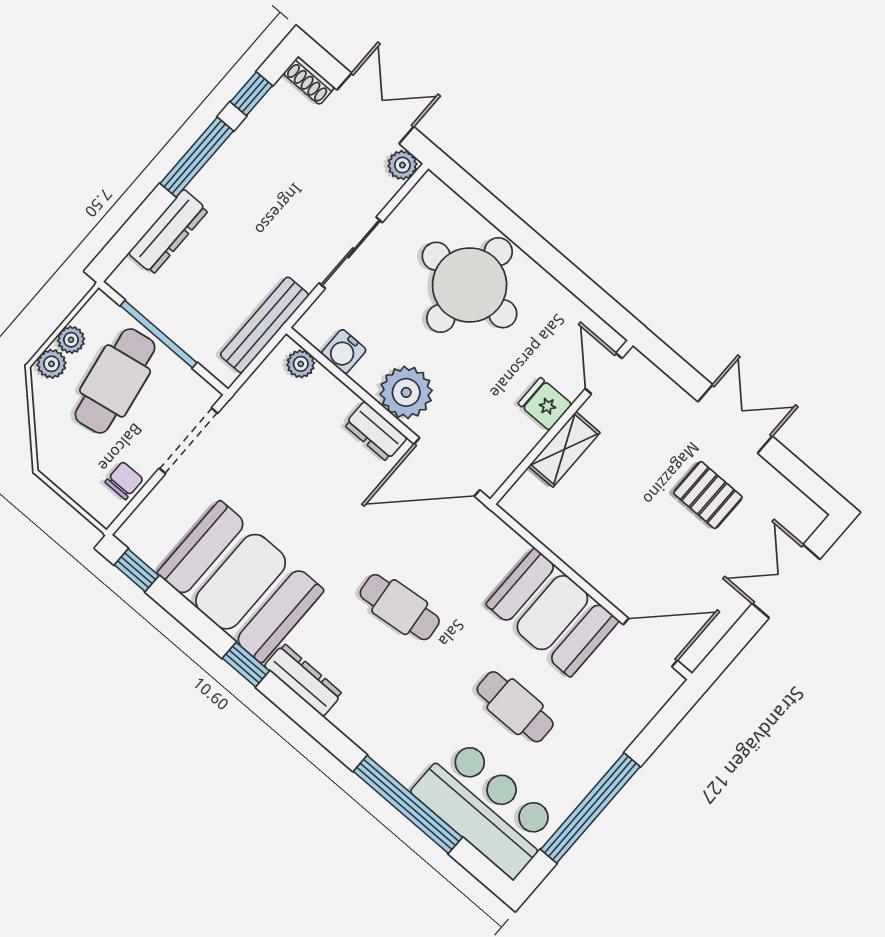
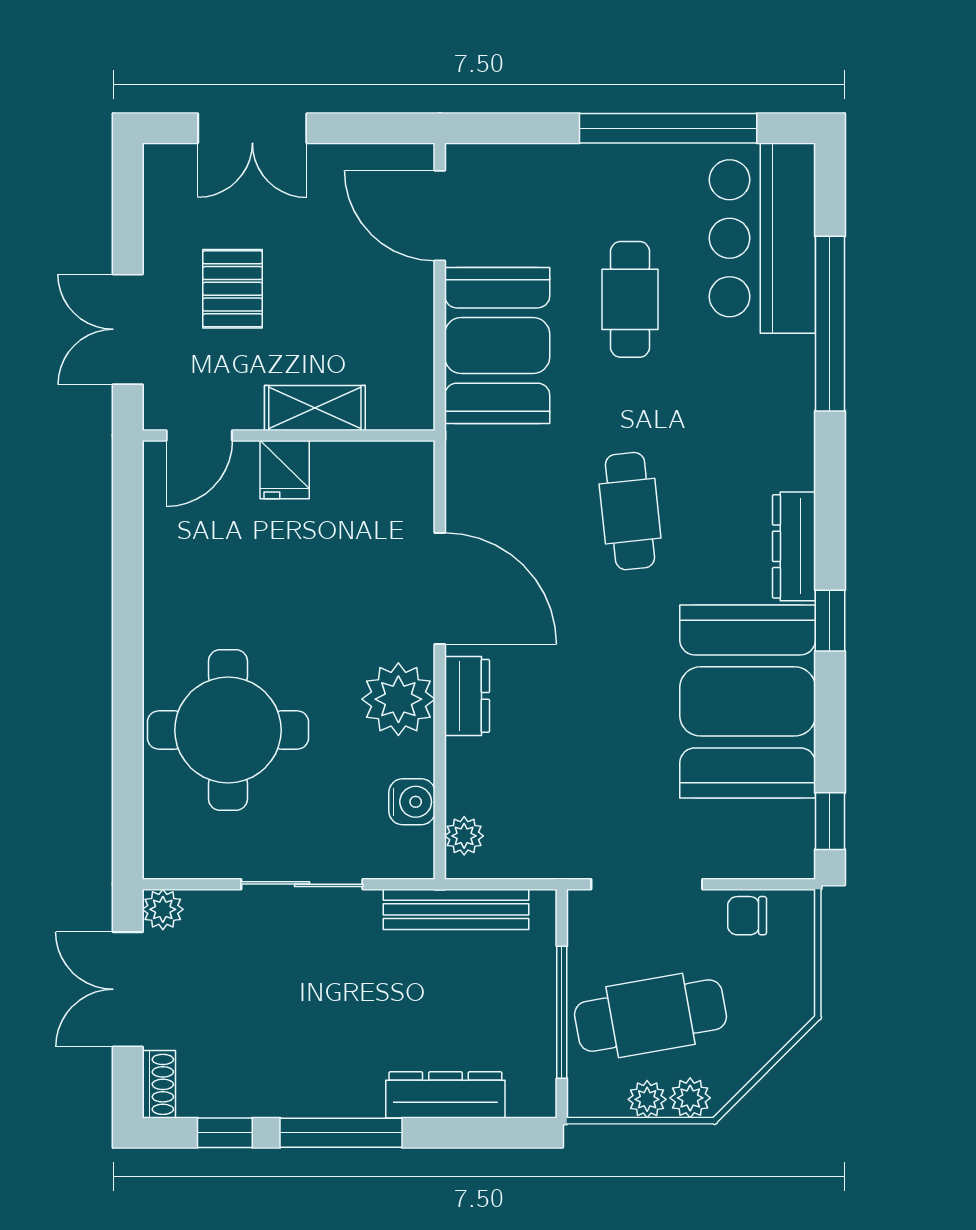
door: (604, 374) -> (199, 436), moved
fridge: (545, 404) -> (285, 470), moved
wall: (562, 422) -> (289, 436), moved
shelving: (564, 449) -> (315, 408), moved

